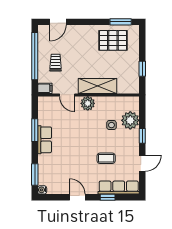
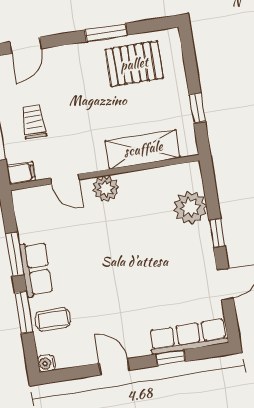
window: (121, 22) -> (106, 33), moved
shelving: (98, 86) -> (143, 149), moved
side table: (111, 125) -> (156, 222), removed
coffee table: (106, 158) -> (53, 319), moved
window: (35, 175) -> (24, 312), moved

